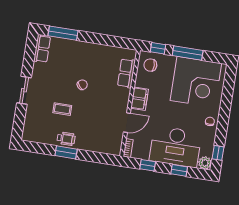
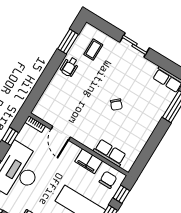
filing cabinet: (140, 99) -> (89, 161), moved
coffee table: (62, 109) -> (93, 50), moved
window: (66, 152) -> (68, 42), moved

